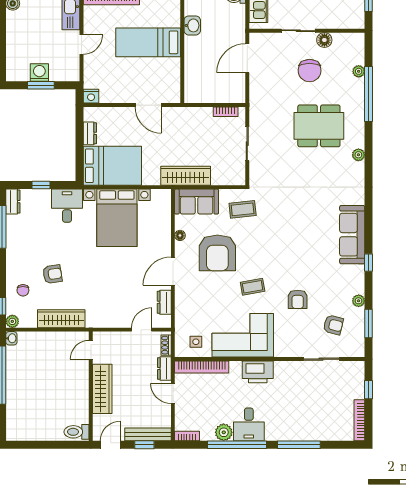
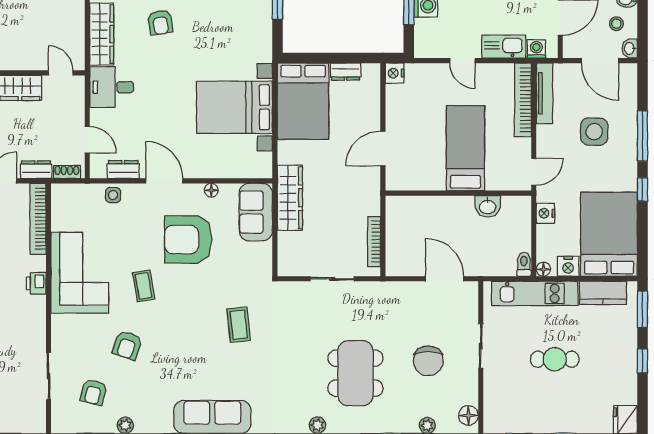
floor lamp: (324, 40) -> (468, 415), moved
chair: (310, 71) -> (428, 361), turned -90
bookcase: (226, 112) -> (374, 241), width x1.56
desk: (67, 206) -> (112, 87), moved, turned 180
coffee table: (243, 209) -> (239, 325), moved
armchair: (298, 299) -> (127, 345), turned -72
side table: (196, 342) -> (113, 195), moved
printer: (258, 372) -> (36, 283), width x0.53, depth x0.68

